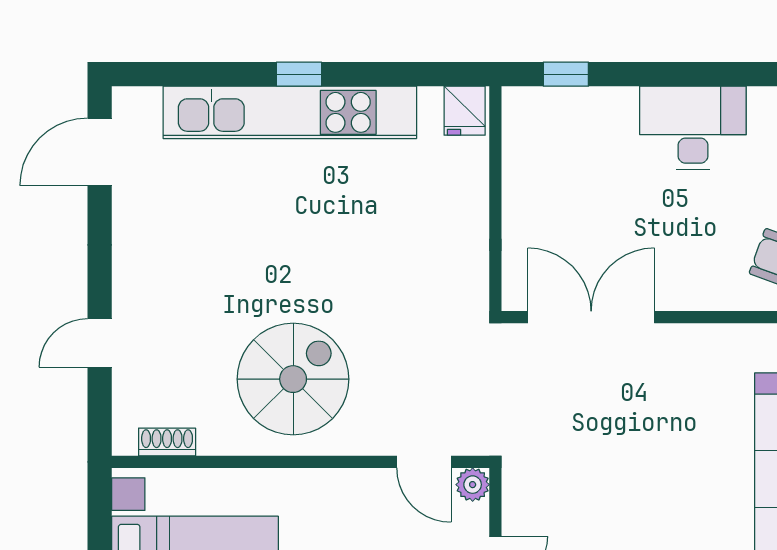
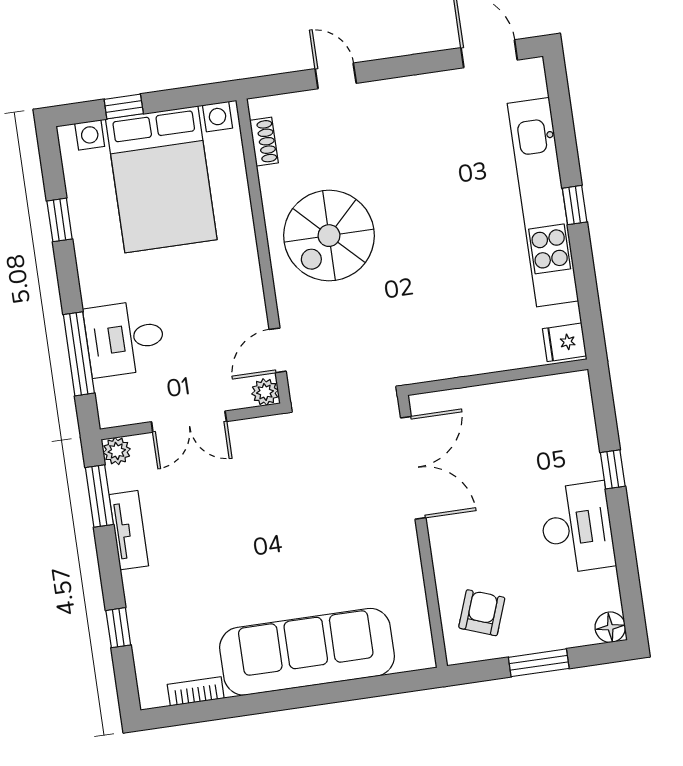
window: (566, 74) -> (613, 469), moved
spiral stairs: (293, 379) -> (329, 236), turned 90

